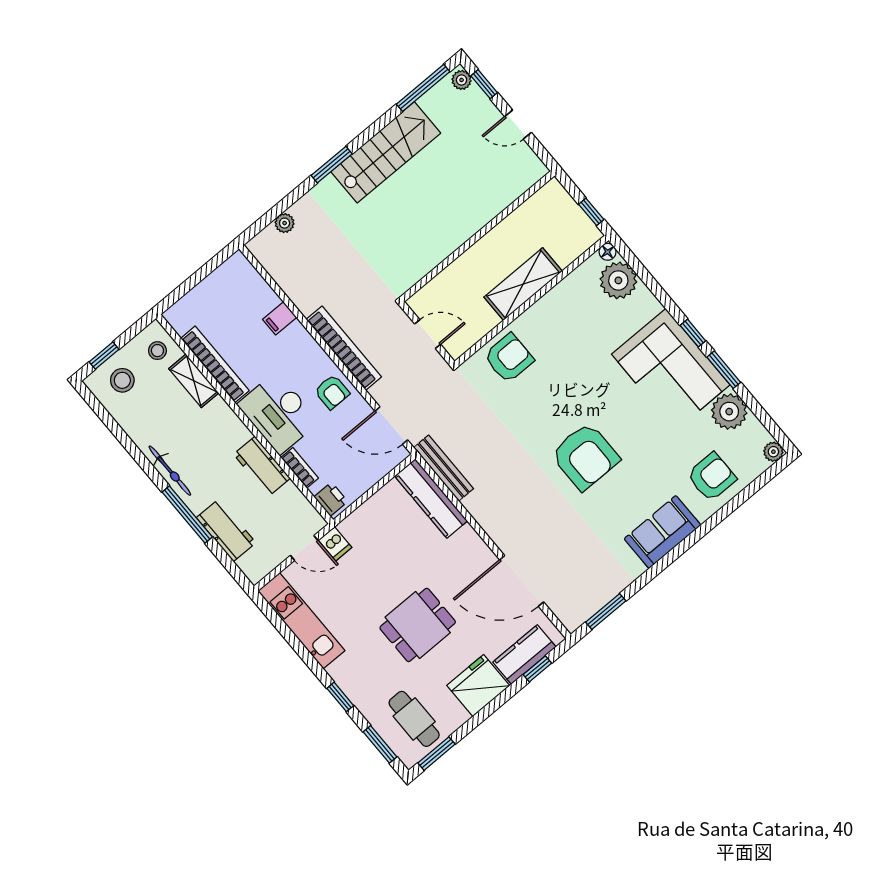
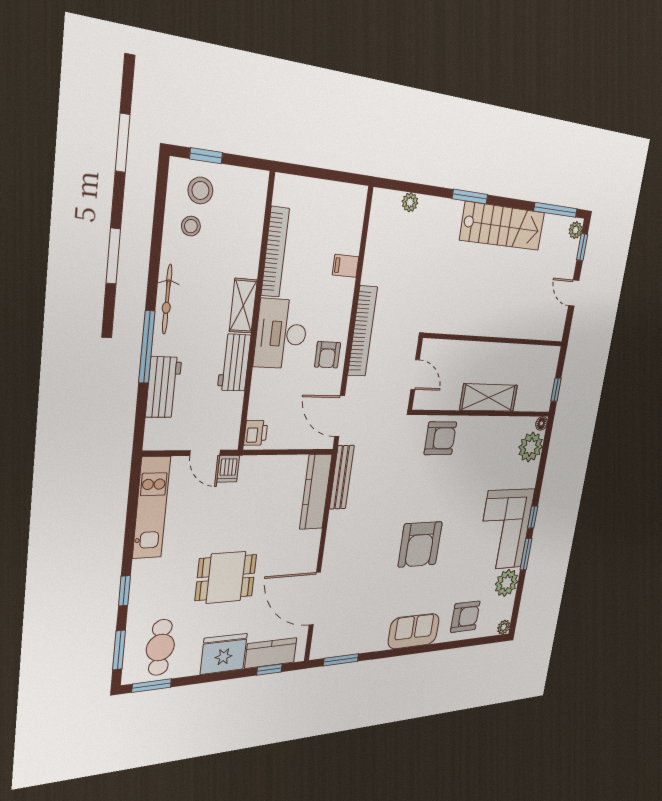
stool: (157, 351) -> (191, 226), moved
shelving: (194, 381) -> (243, 306), moved
bookcase: (300, 468) -> (258, 389), removed

